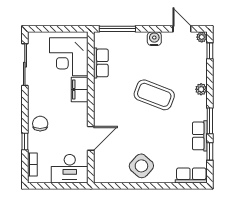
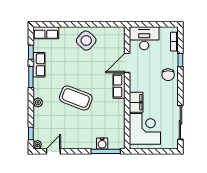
door: (182, 29) -> (53, 151), swing flipped
water cooler: (154, 39) -> (102, 143), moved
row of seats: (101, 63) -> (119, 86), moved

